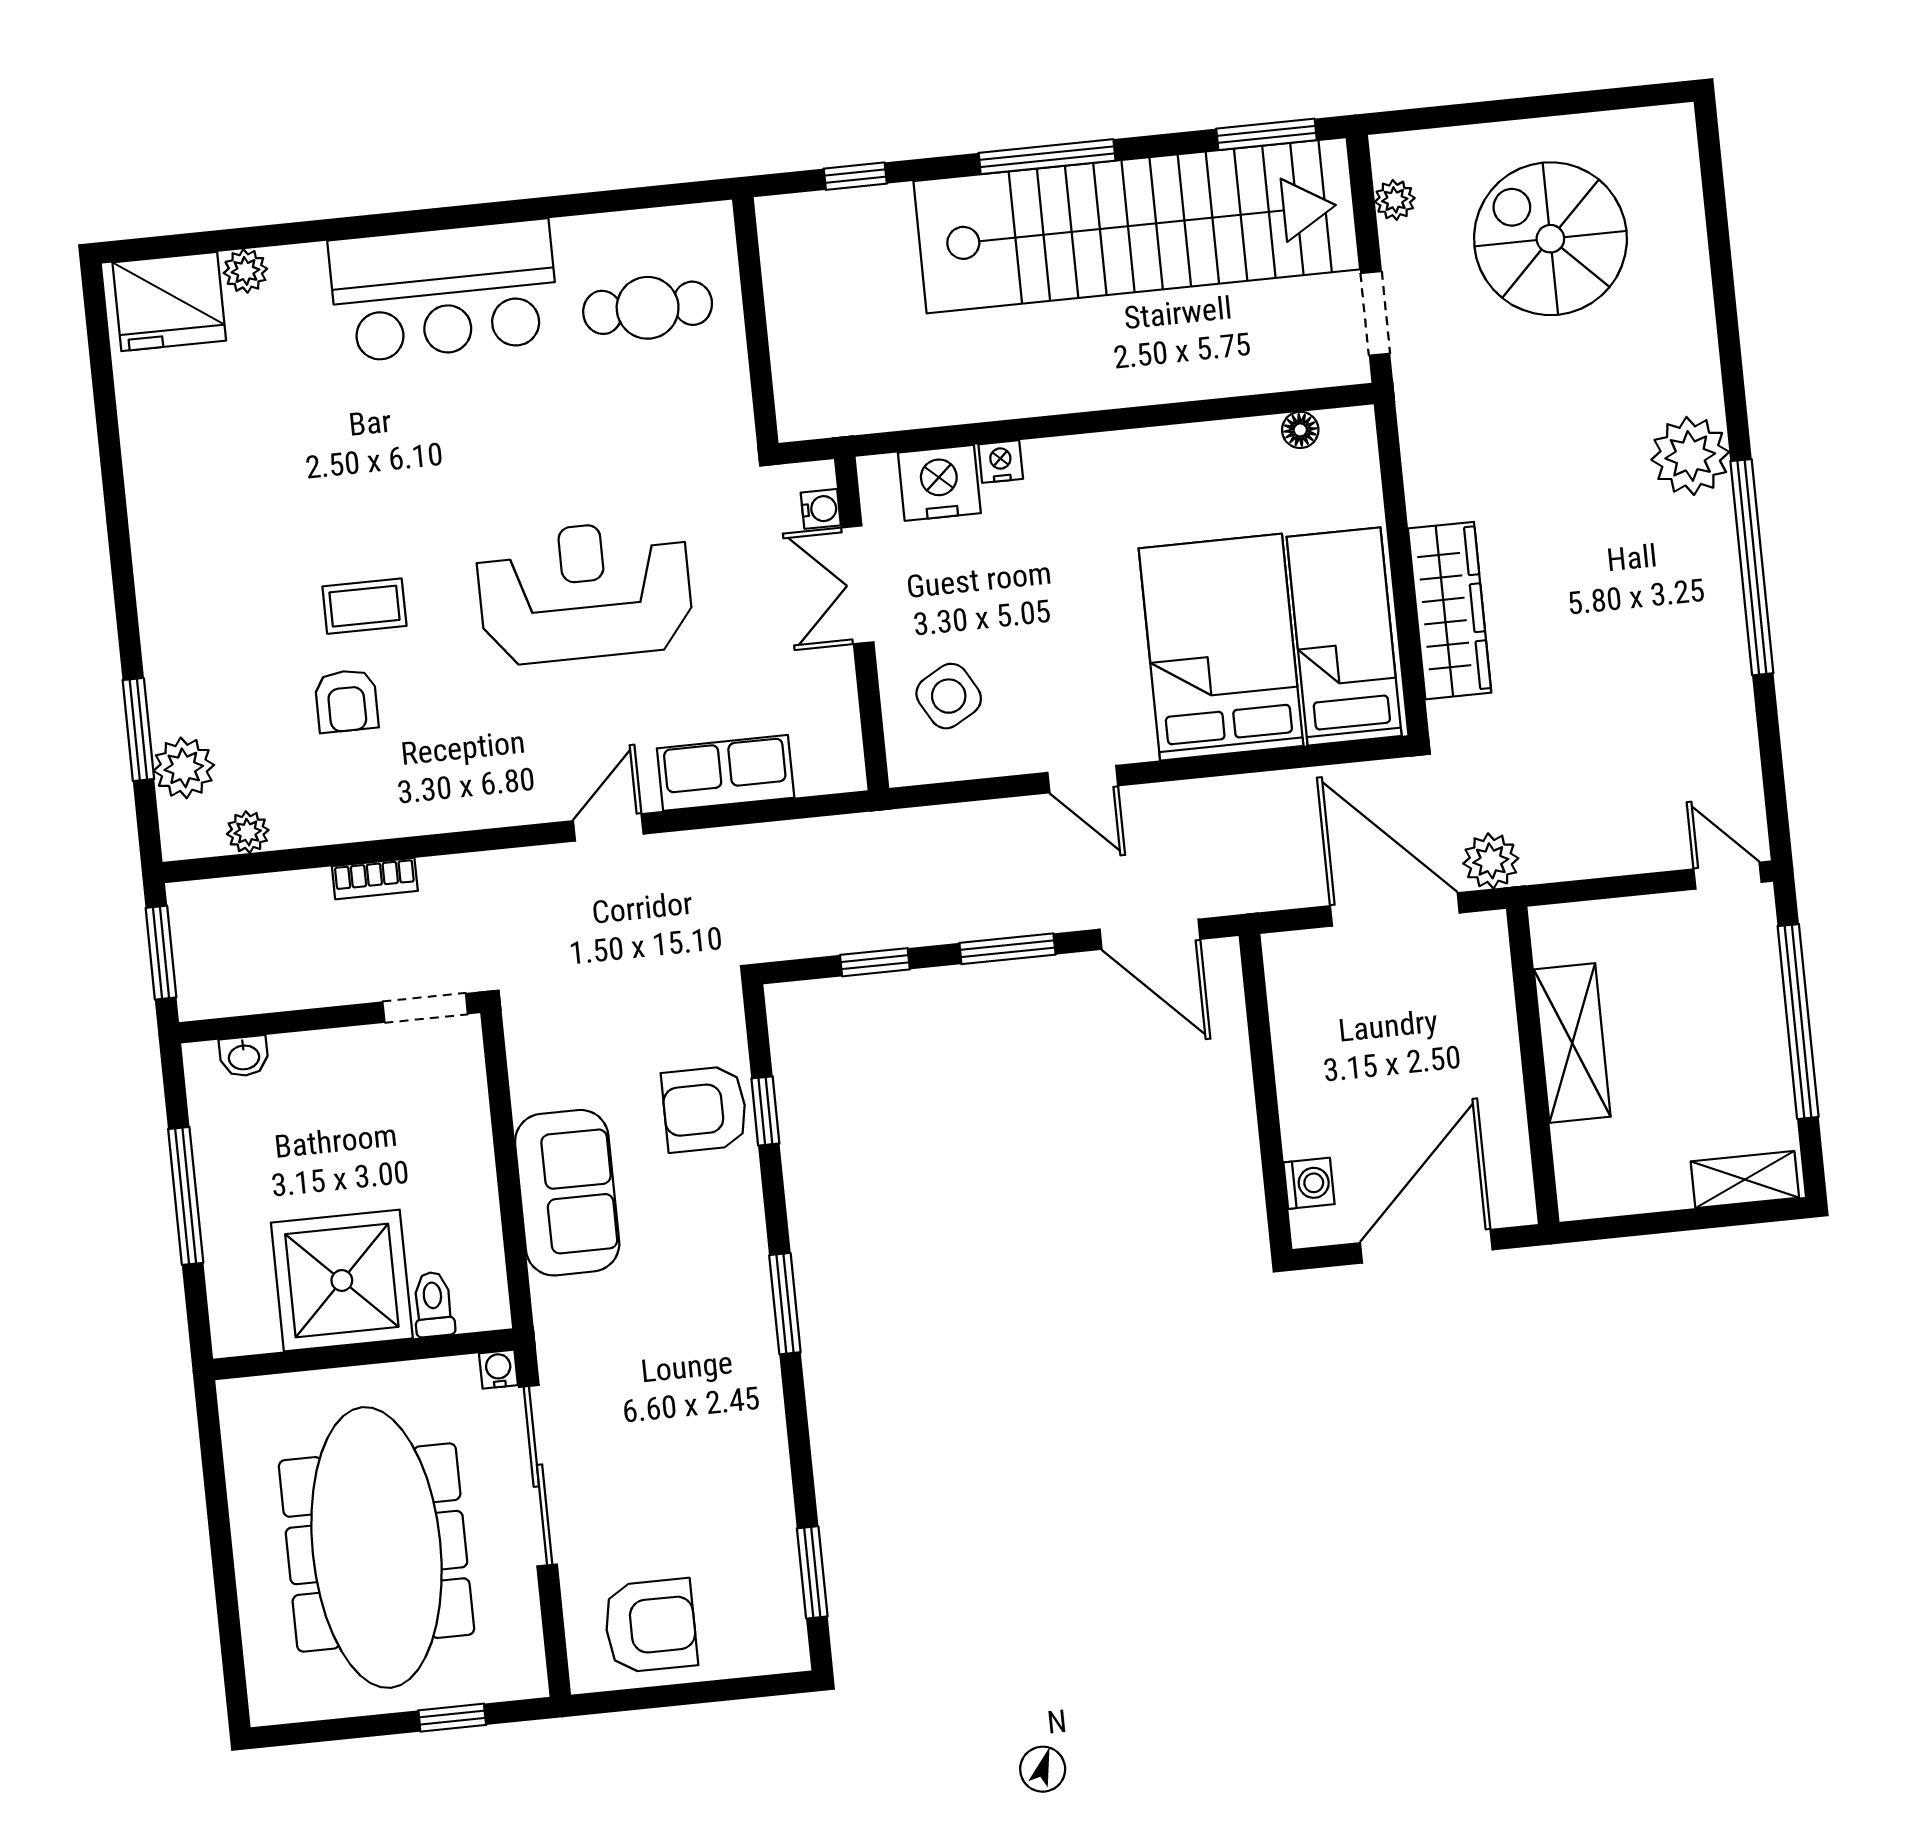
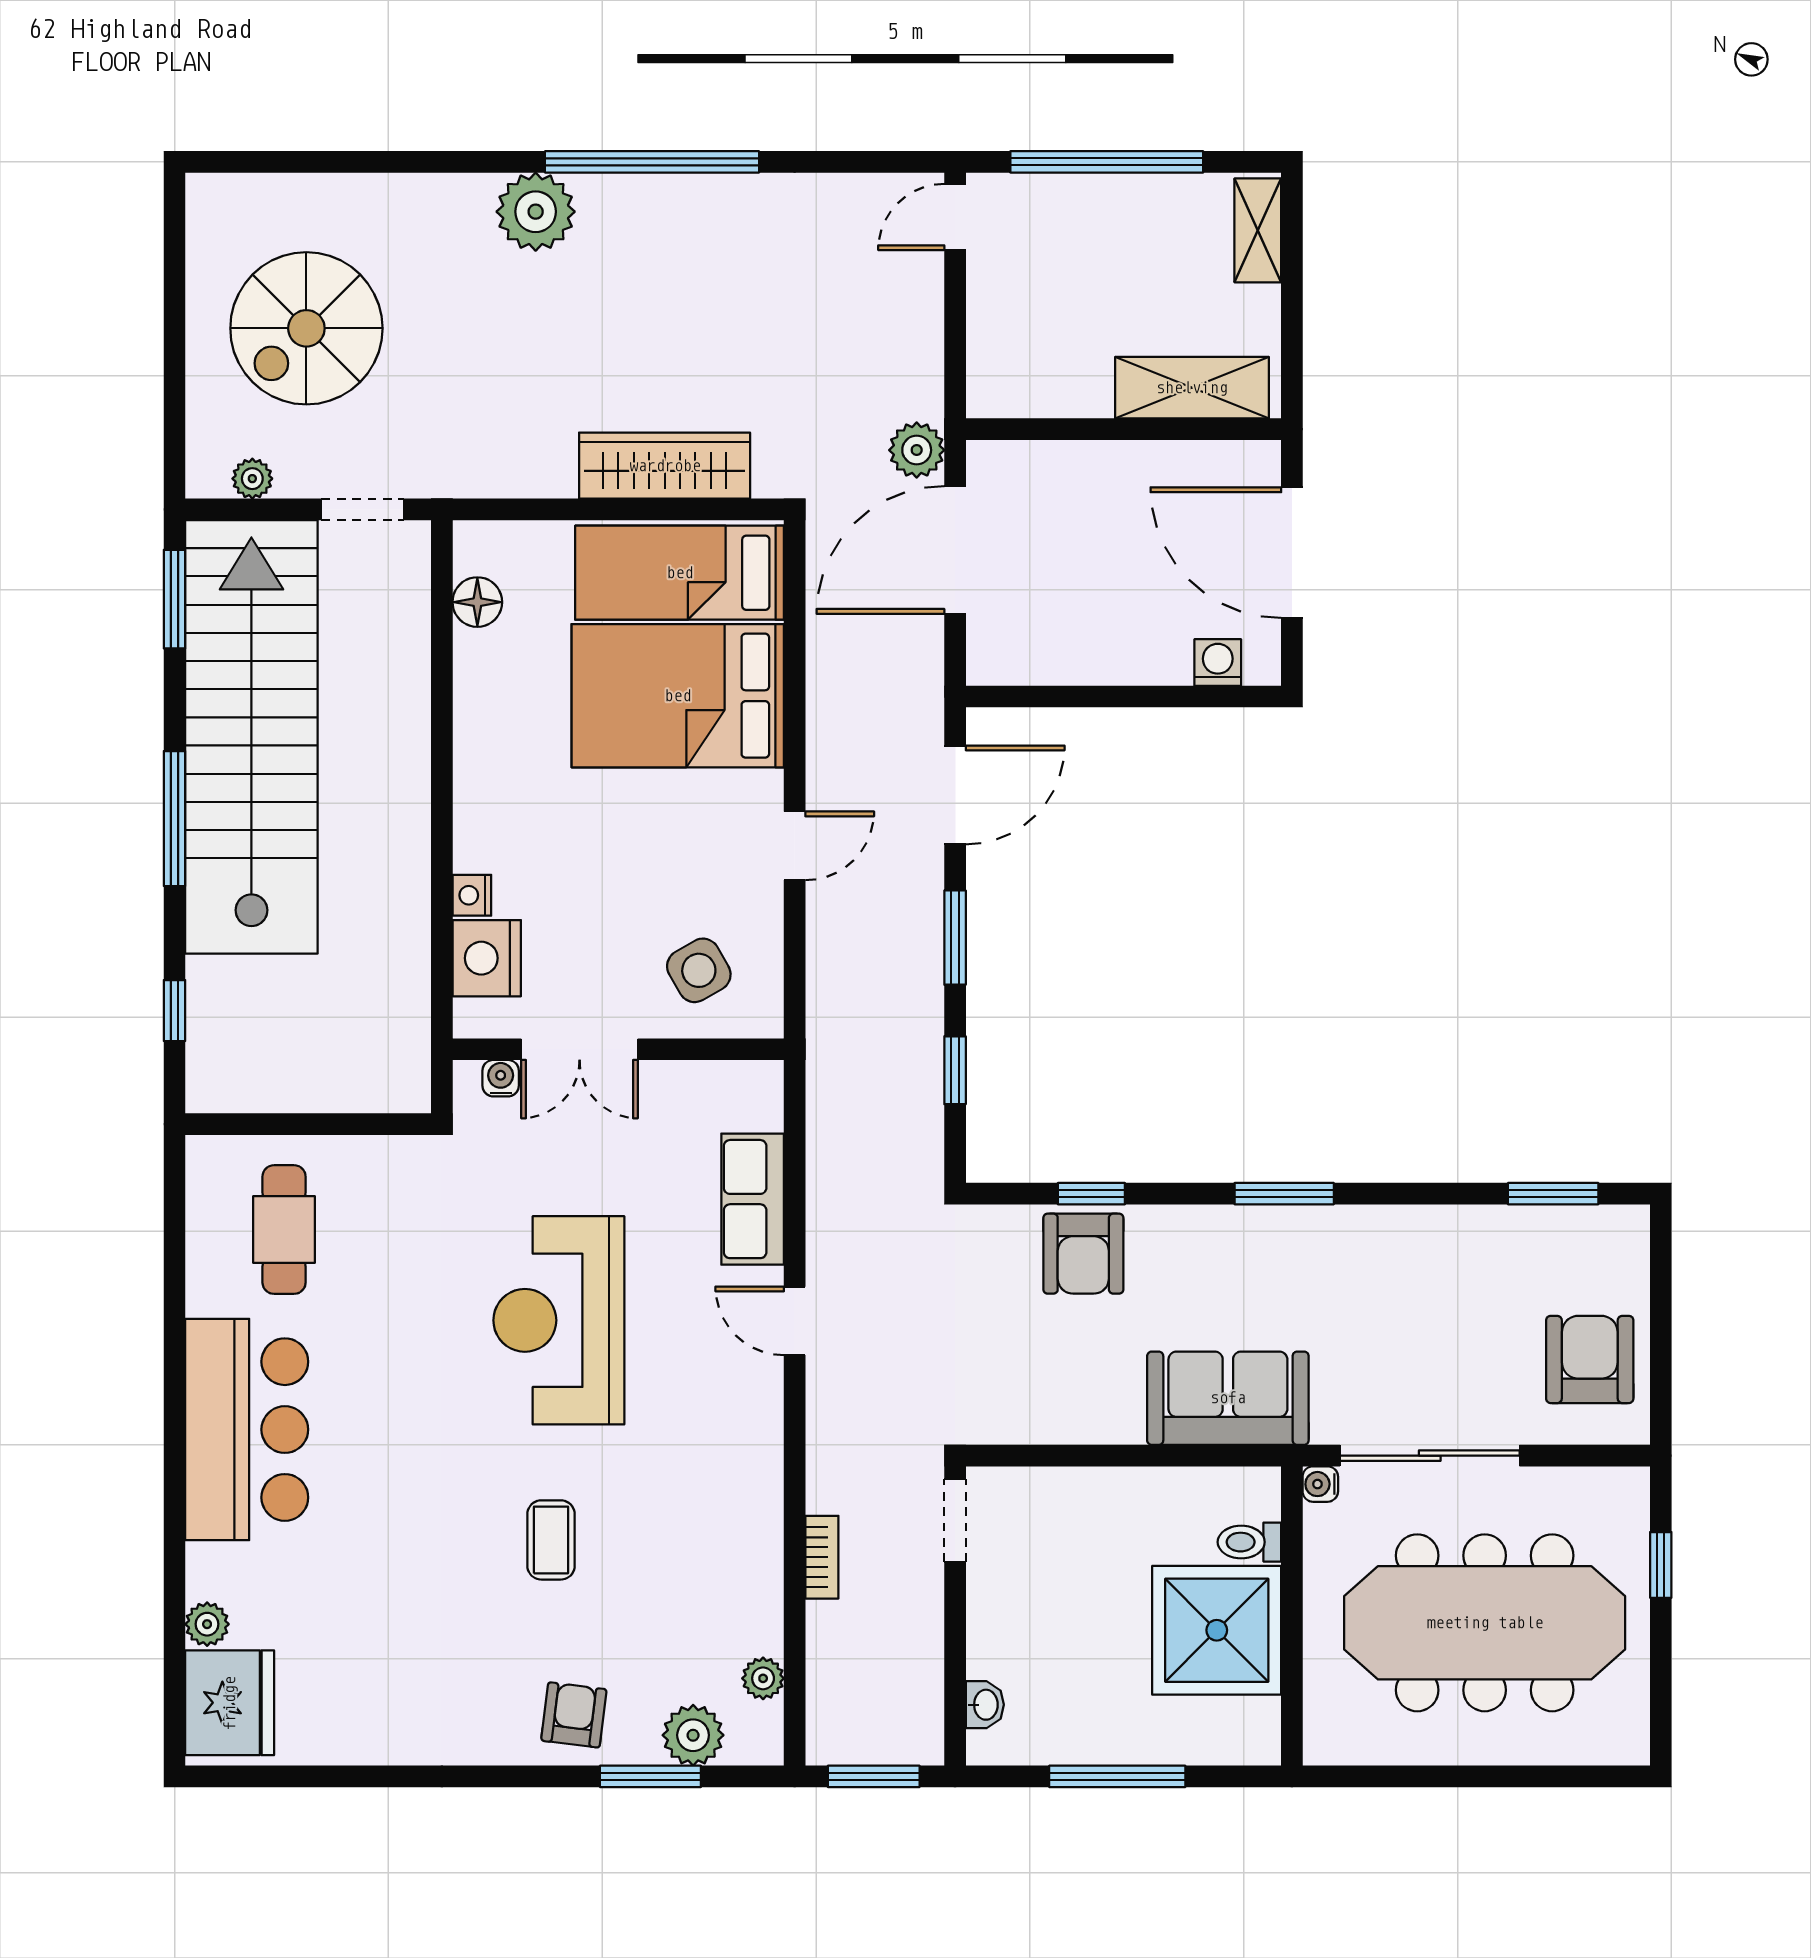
floor lamp: (1300, 430) -> (477, 602), width x1.37, depth x1.37
armchair: (346, 701) -> (574, 1715), moved, turned -83
shelving: (1572, 1043) -> (1192, 388), moved
sofa: (567, 1193) -> (1228, 1398), moved

